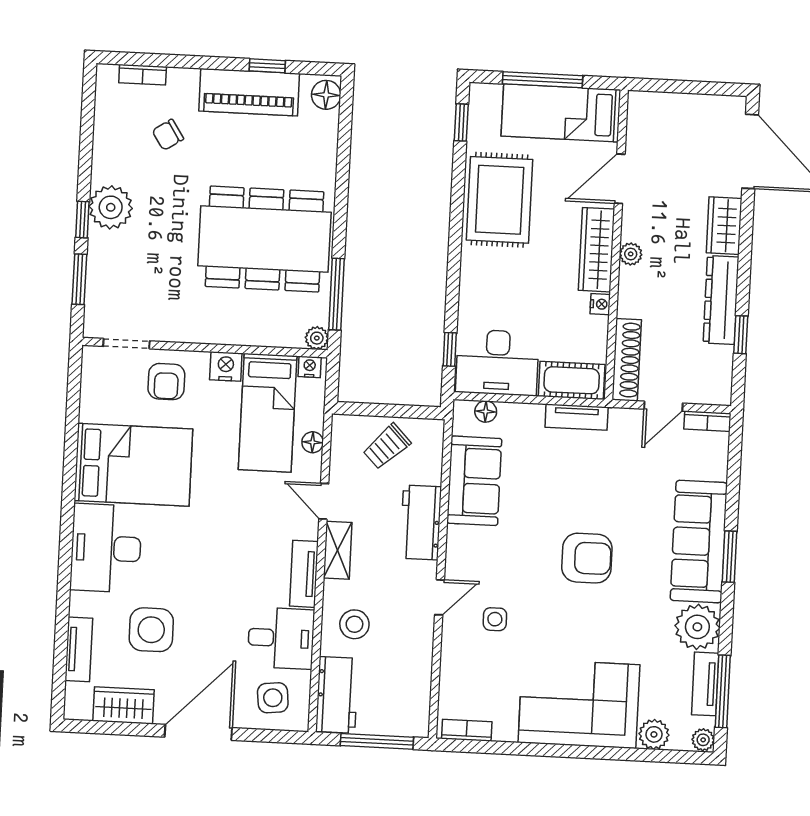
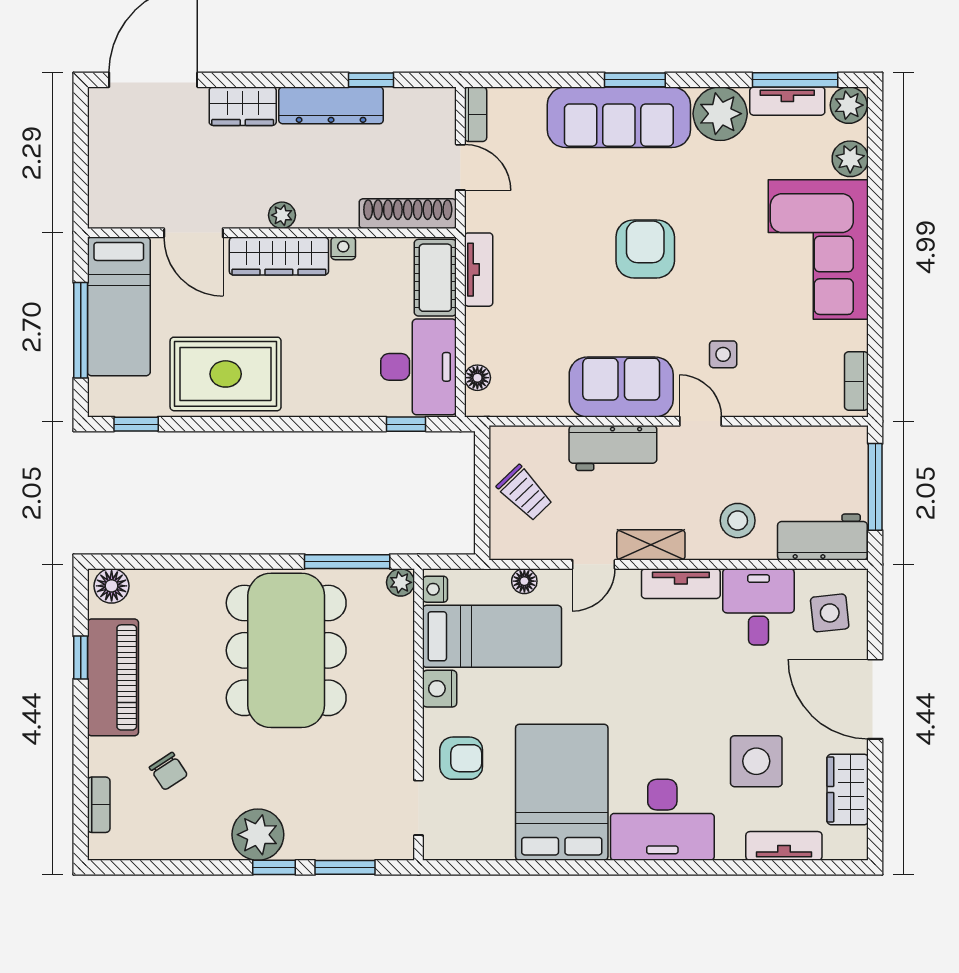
sofa: (474, 481) -> (621, 387), moved
plant: (703, 740) -> (849, 105), width x1.38, depth x1.38

